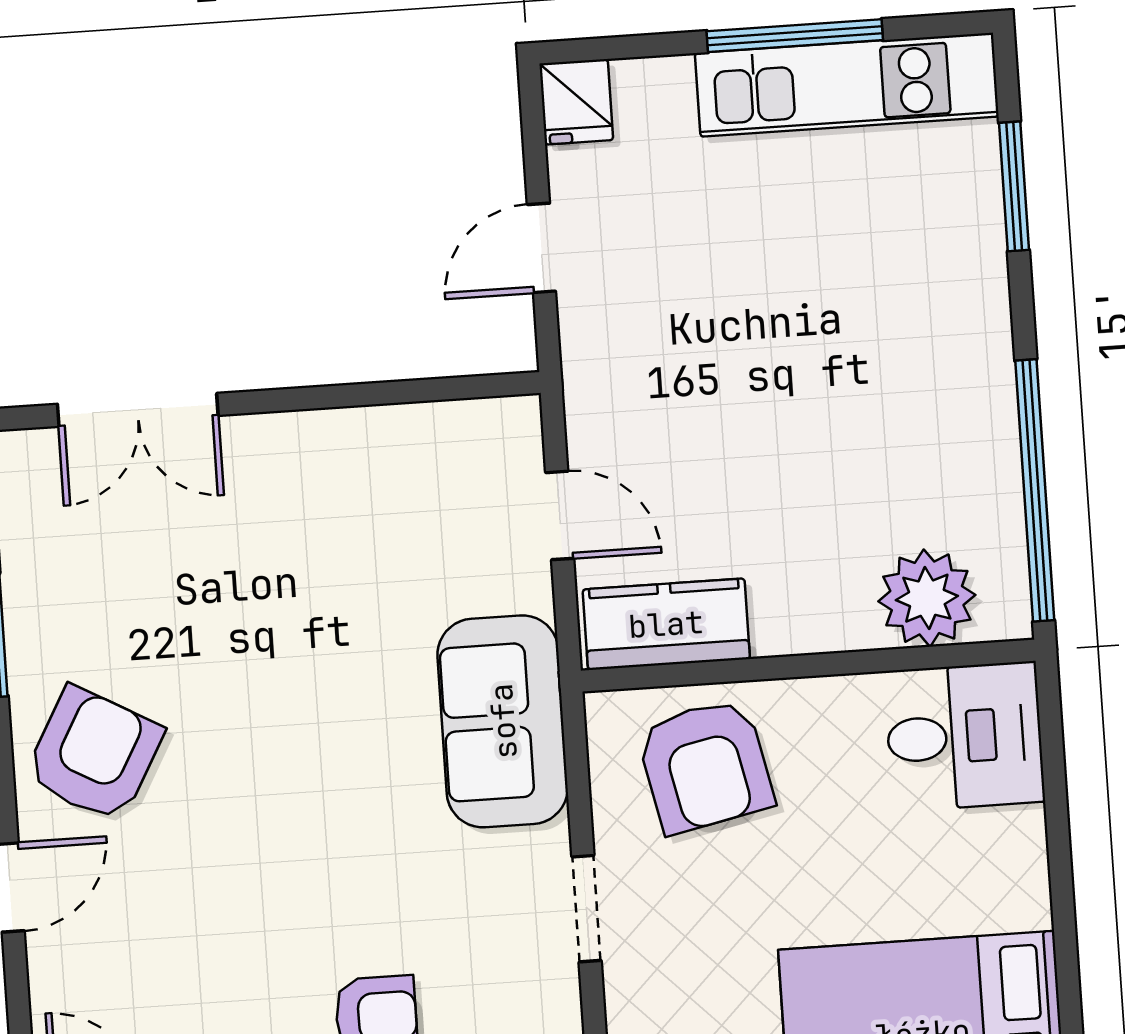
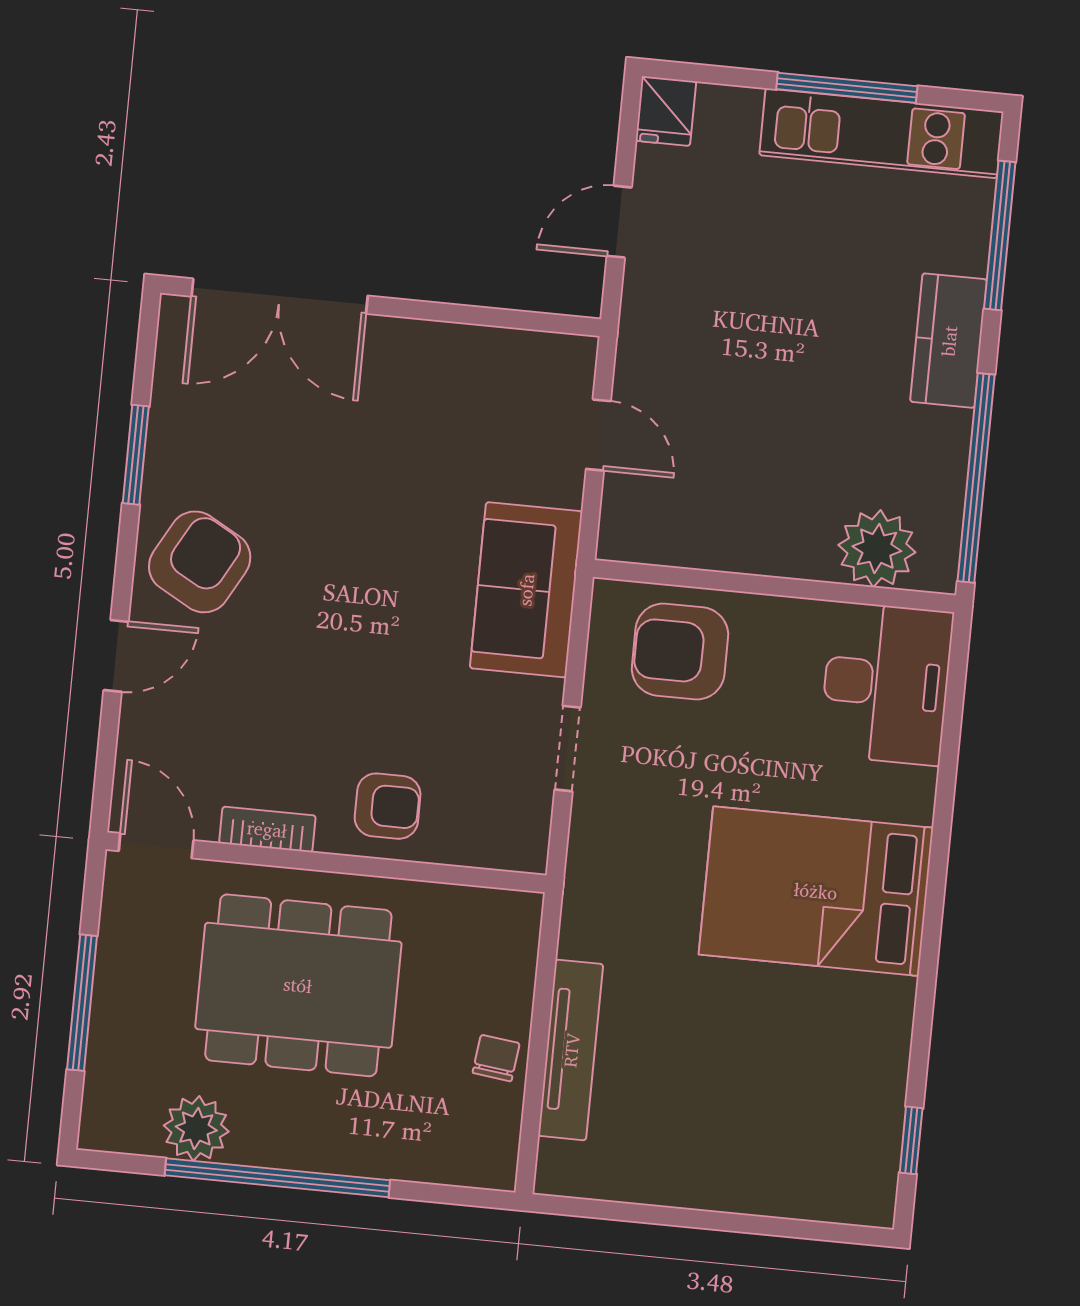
window: (1014, 186) -> (1000, 235), width x1.44
double door: (138, 410) -> (280, 296), width x1.37
kitchen counter: (666, 624) -> (949, 341), moved, turned -90
desk: (964, 736) -> (886, 684), width x1.37
armchair: (705, 766) -> (680, 651), turned 102

